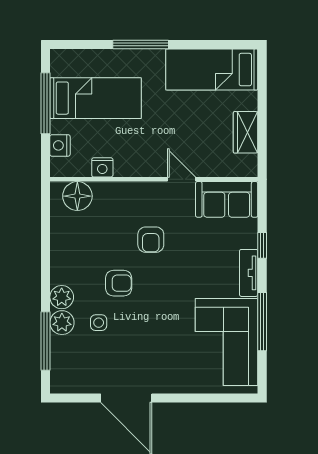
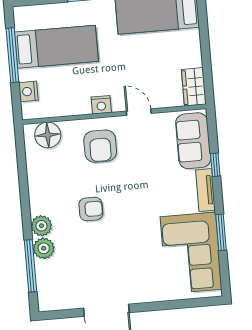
wardrobe: (246, 132) -> (194, 87), moved
nightstand: (102, 167) -> (101, 105), moved
sofa: (227, 199) -> (193, 141), moved, turned 90
armchair: (151, 240) -> (100, 146), moved, width x1.38, depth x1.38
window: (262, 322) -> (221, 232), width x0.69
side table: (99, 323) -> (76, 246), removed

